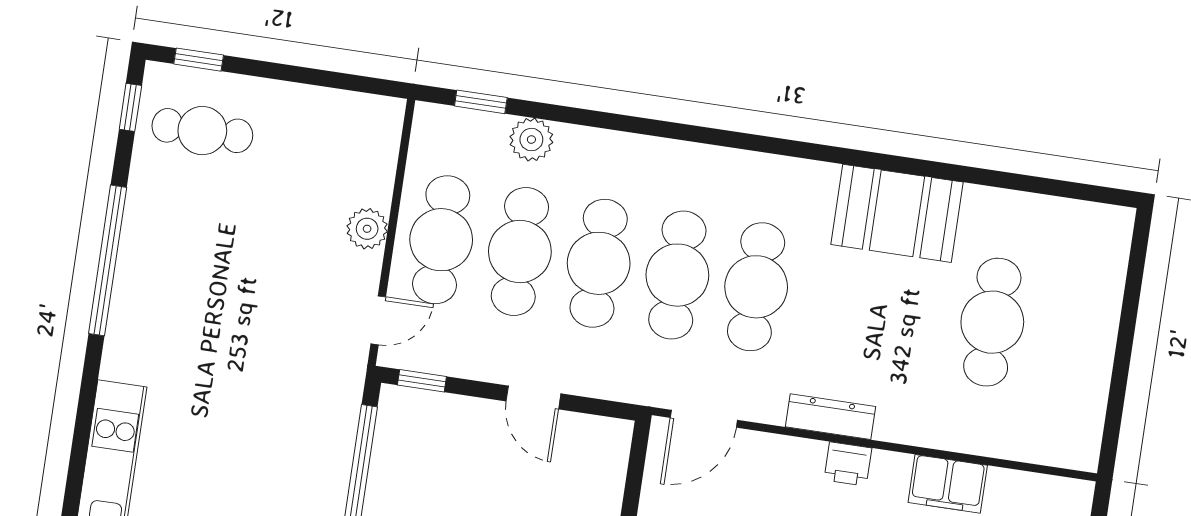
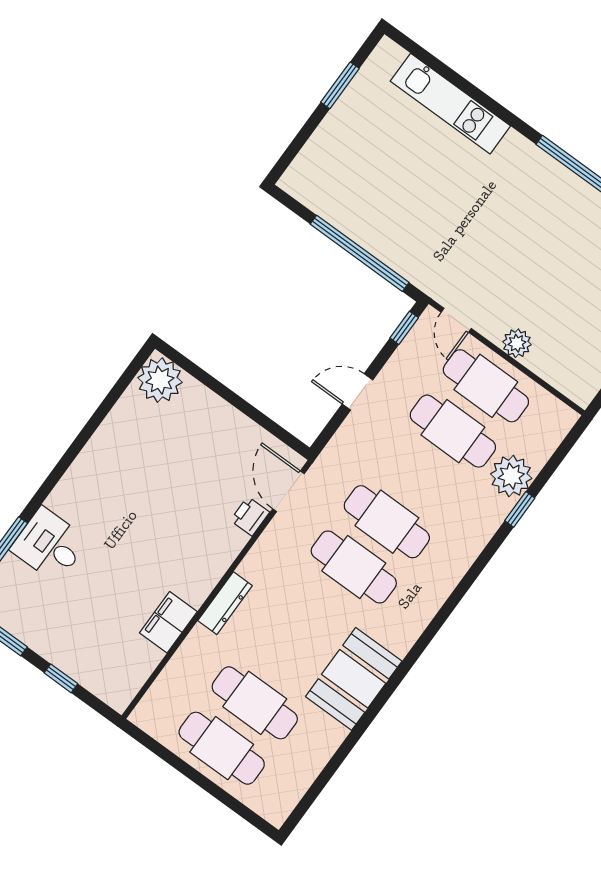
window: (481, 102) -> (520, 509), moved
plant: (531, 140) -> (511, 476), width x1.36, depth x1.36
cafe table: (599, 263) -> (222, 748), moved
dresser: (830, 417) -> (225, 603), moved
printer: (848, 464) -> (250, 516), moved

